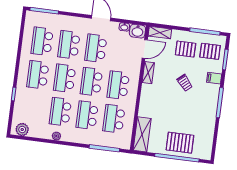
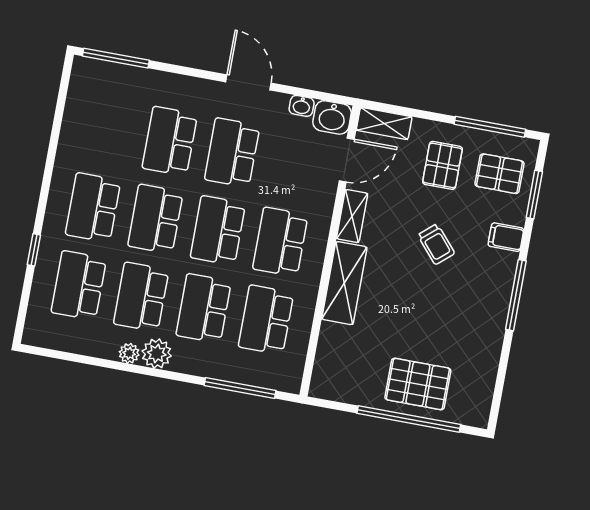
school desk: (42, 41) -> (79, 285), moved
pallet: (186, 49) -> (442, 165), turned 90
plant: (22, 130) -> (157, 354), moved
shelving: (142, 134) -> (344, 283), moved

